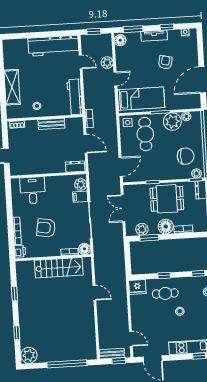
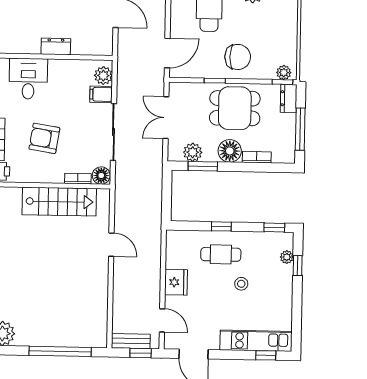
chair: (186, 156) -> (238, 57), moved
dresser: (75, 167) -> (56, 46), moved
fridge: (137, 287) -> (176, 282), moved, turned -90

